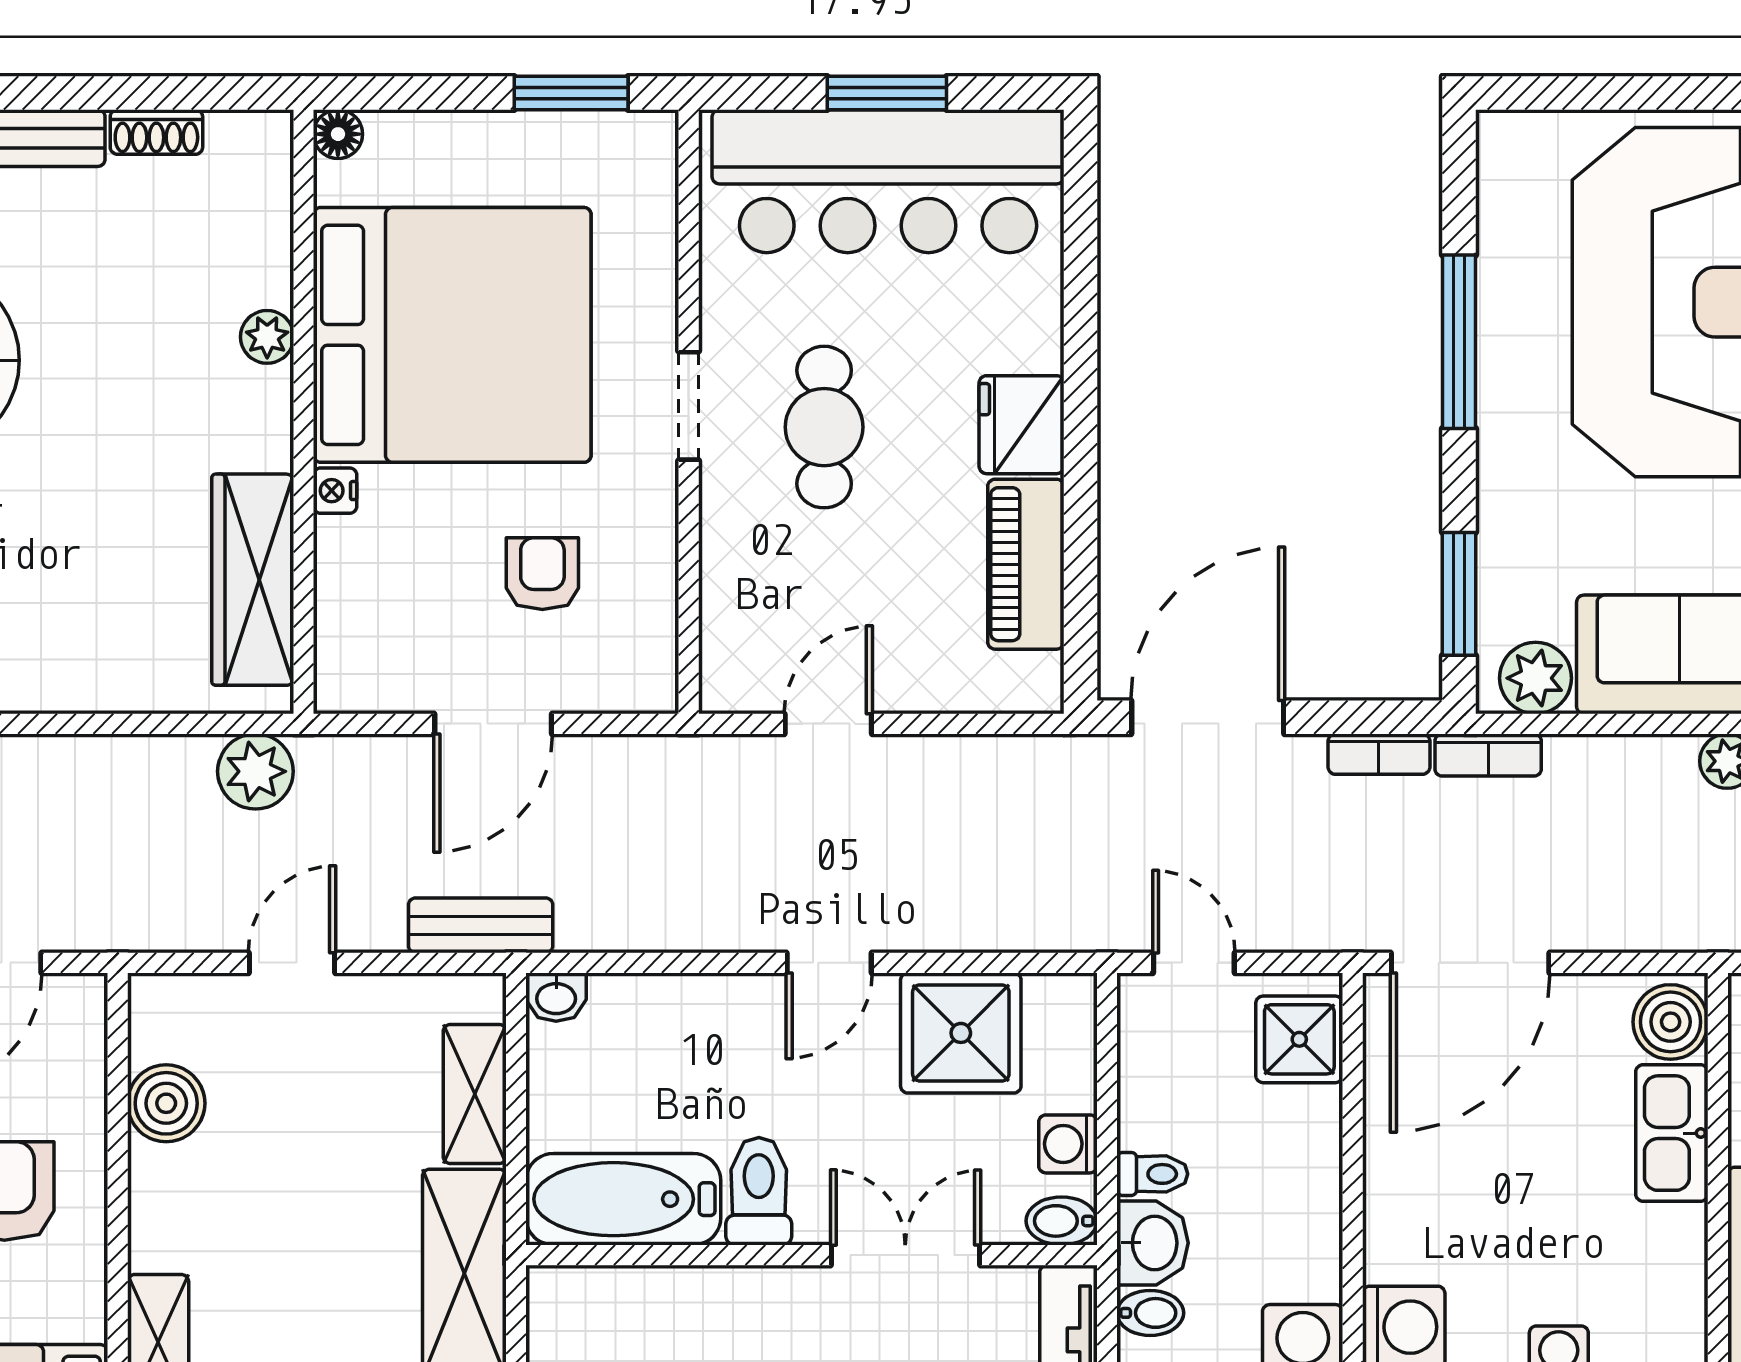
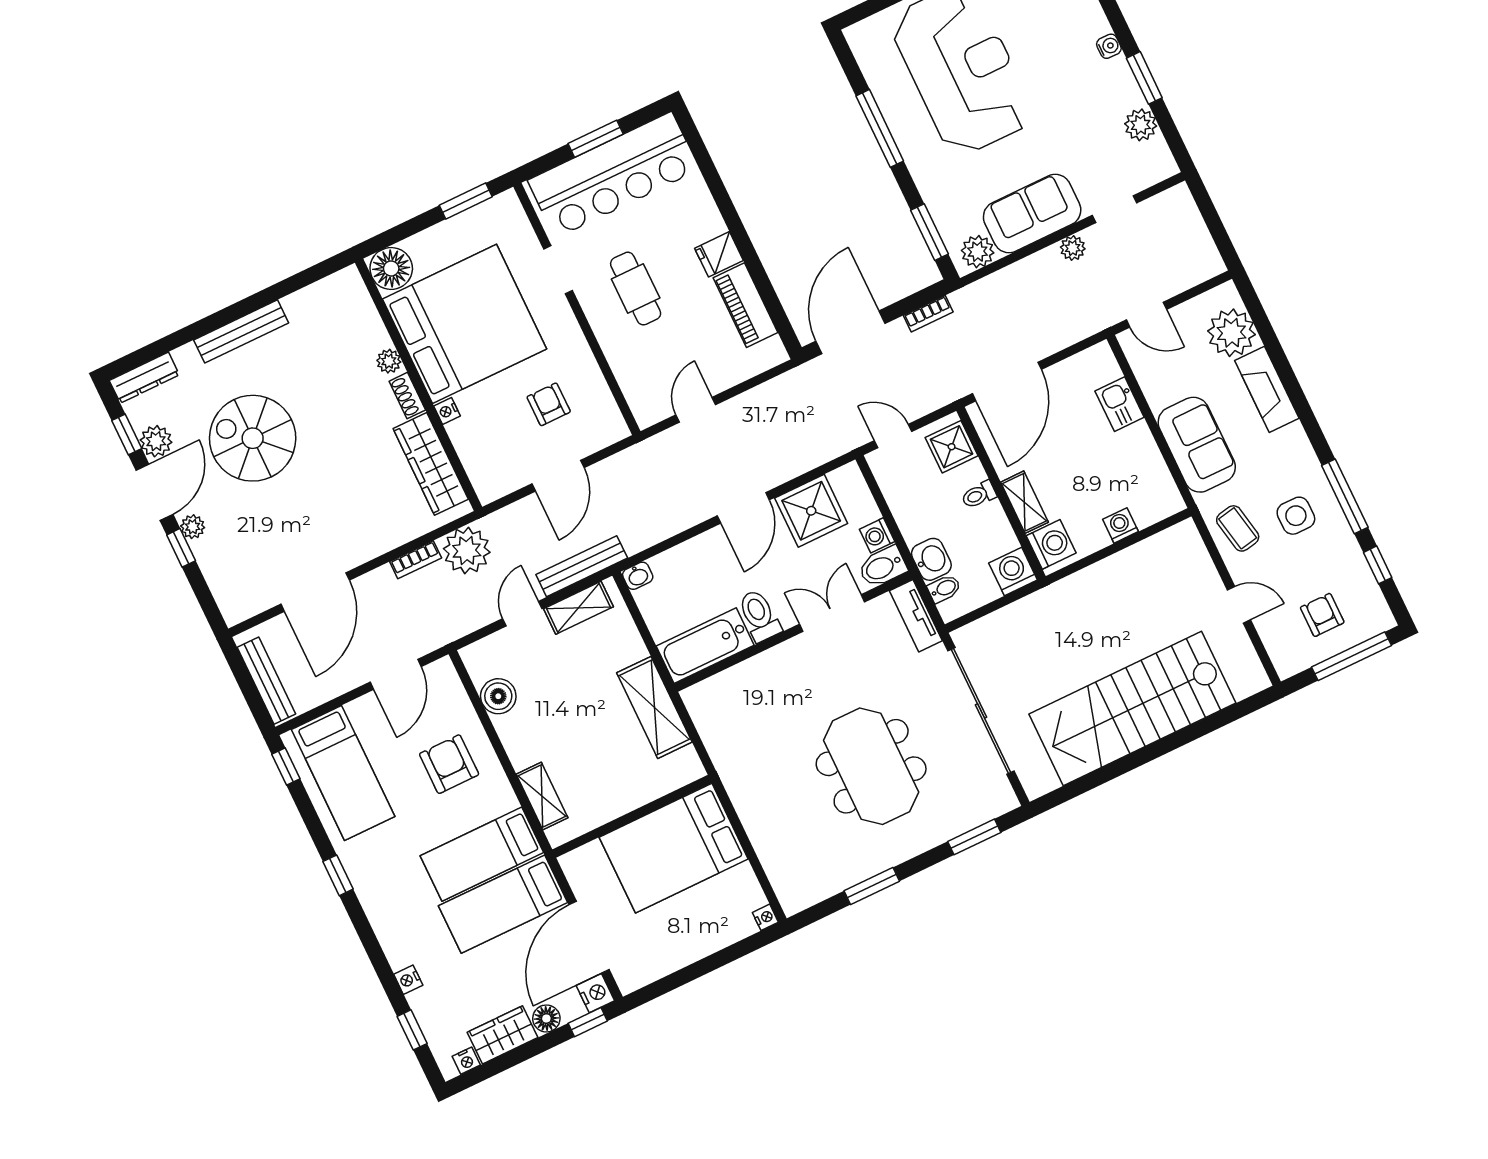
shoe rack: (156, 132) -> (407, 396), moved, turned 90
floor lamp: (338, 134) -> (391, 268), width x1.89, depth x1.89
doorway: (689, 406) -> (558, 270), moved
fridge: (1022, 425) -> (719, 254), width x0.72
bookcase: (1488, 755) -> (416, 560), moved
plant: (255, 771) -> (467, 551), width x1.36, depth x1.36
bench: (481, 925) -> (582, 566), width x1.36
door: (829, 963) -> (743, 508), width x1.37
boiler: (1671, 1022) -> (1101, 366), removed
shelving: (475, 1094) -> (578, 608), moved, turned 90
kitchen sink: (1672, 1133) -> (1120, 404), width x0.73
toilet: (1152, 1174) -> (979, 495), moved, turned 180
shelving: (1391, 1218) -> (1024, 502), added
bidet: (1062, 1221) -> (883, 567), width x1.38, depth x1.36

